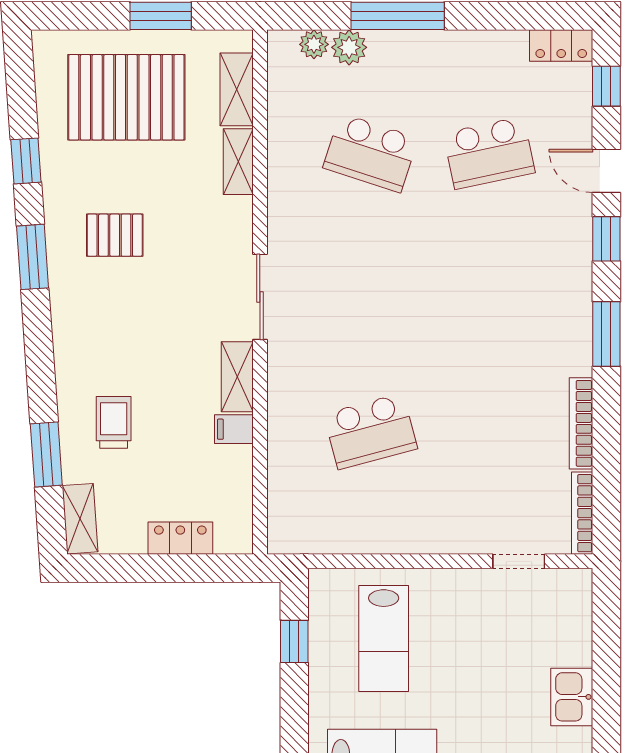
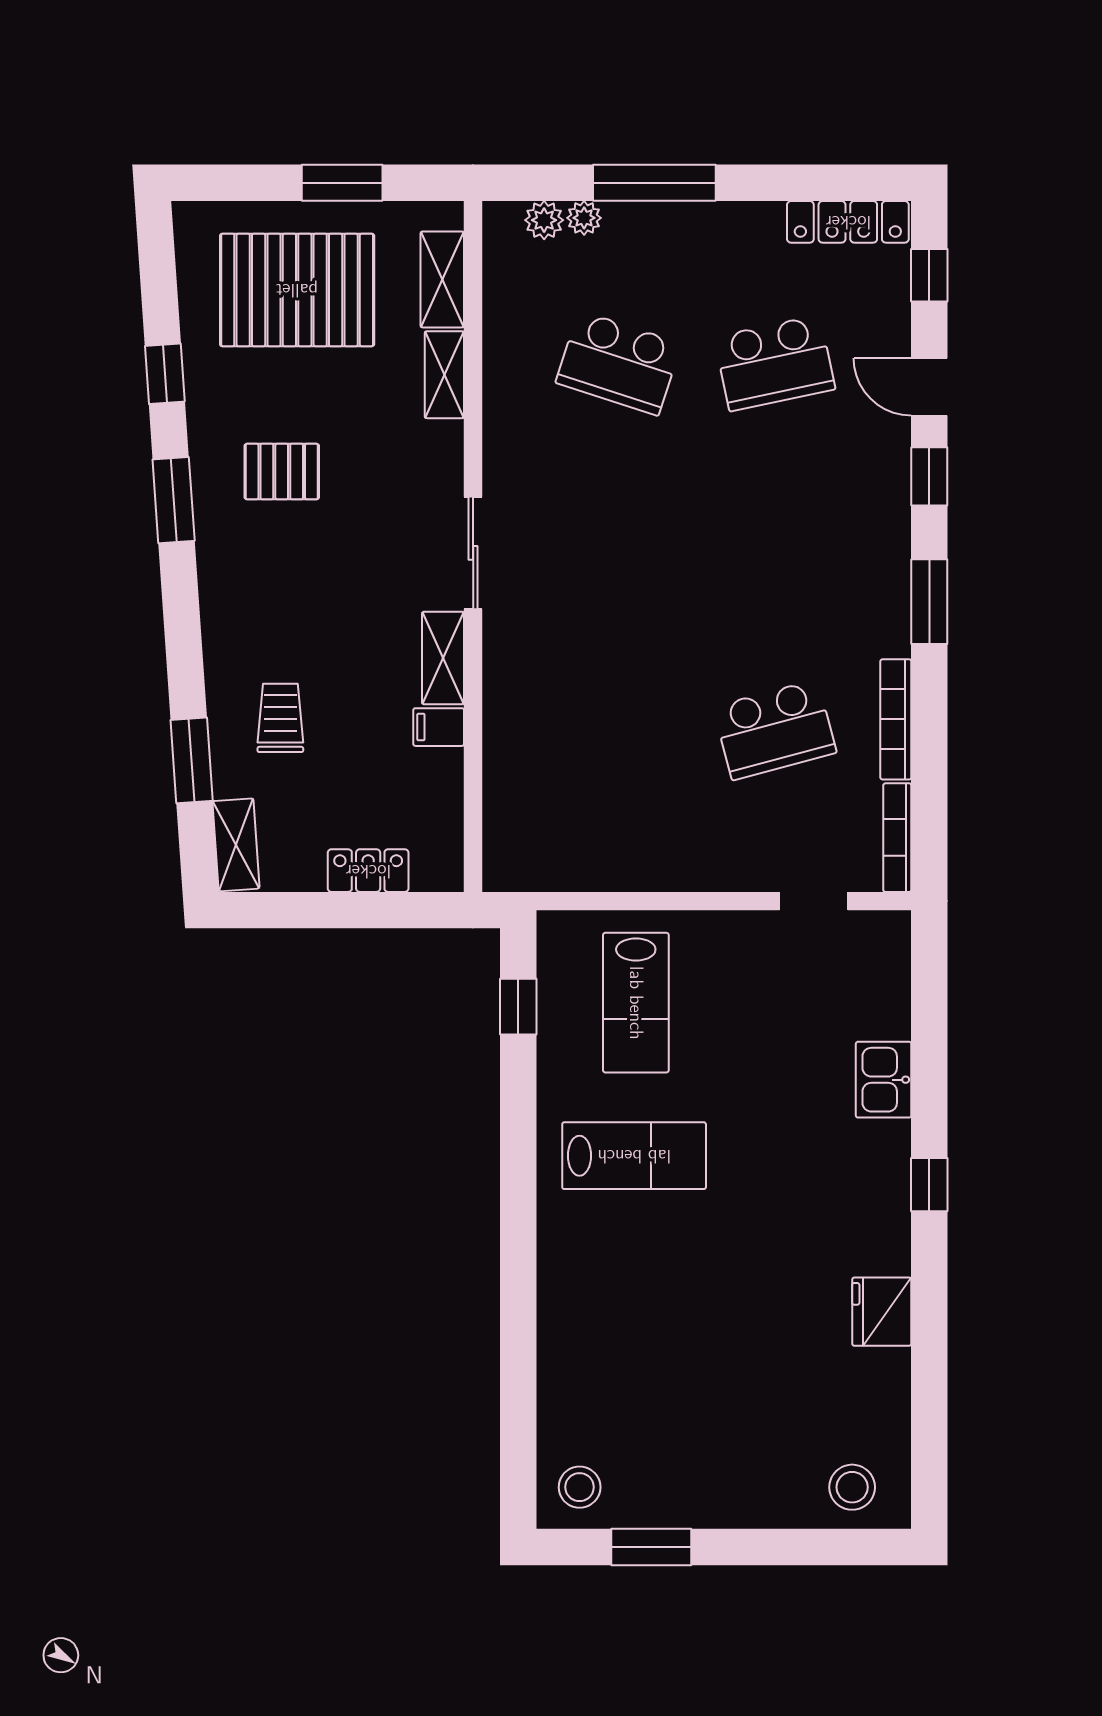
locker: (561, 46) -> (848, 222), width x1.53
plant: (349, 47) -> (584, 218), width x0.73, depth x0.73
school desk: (370, 431) -> (775, 730), moved

